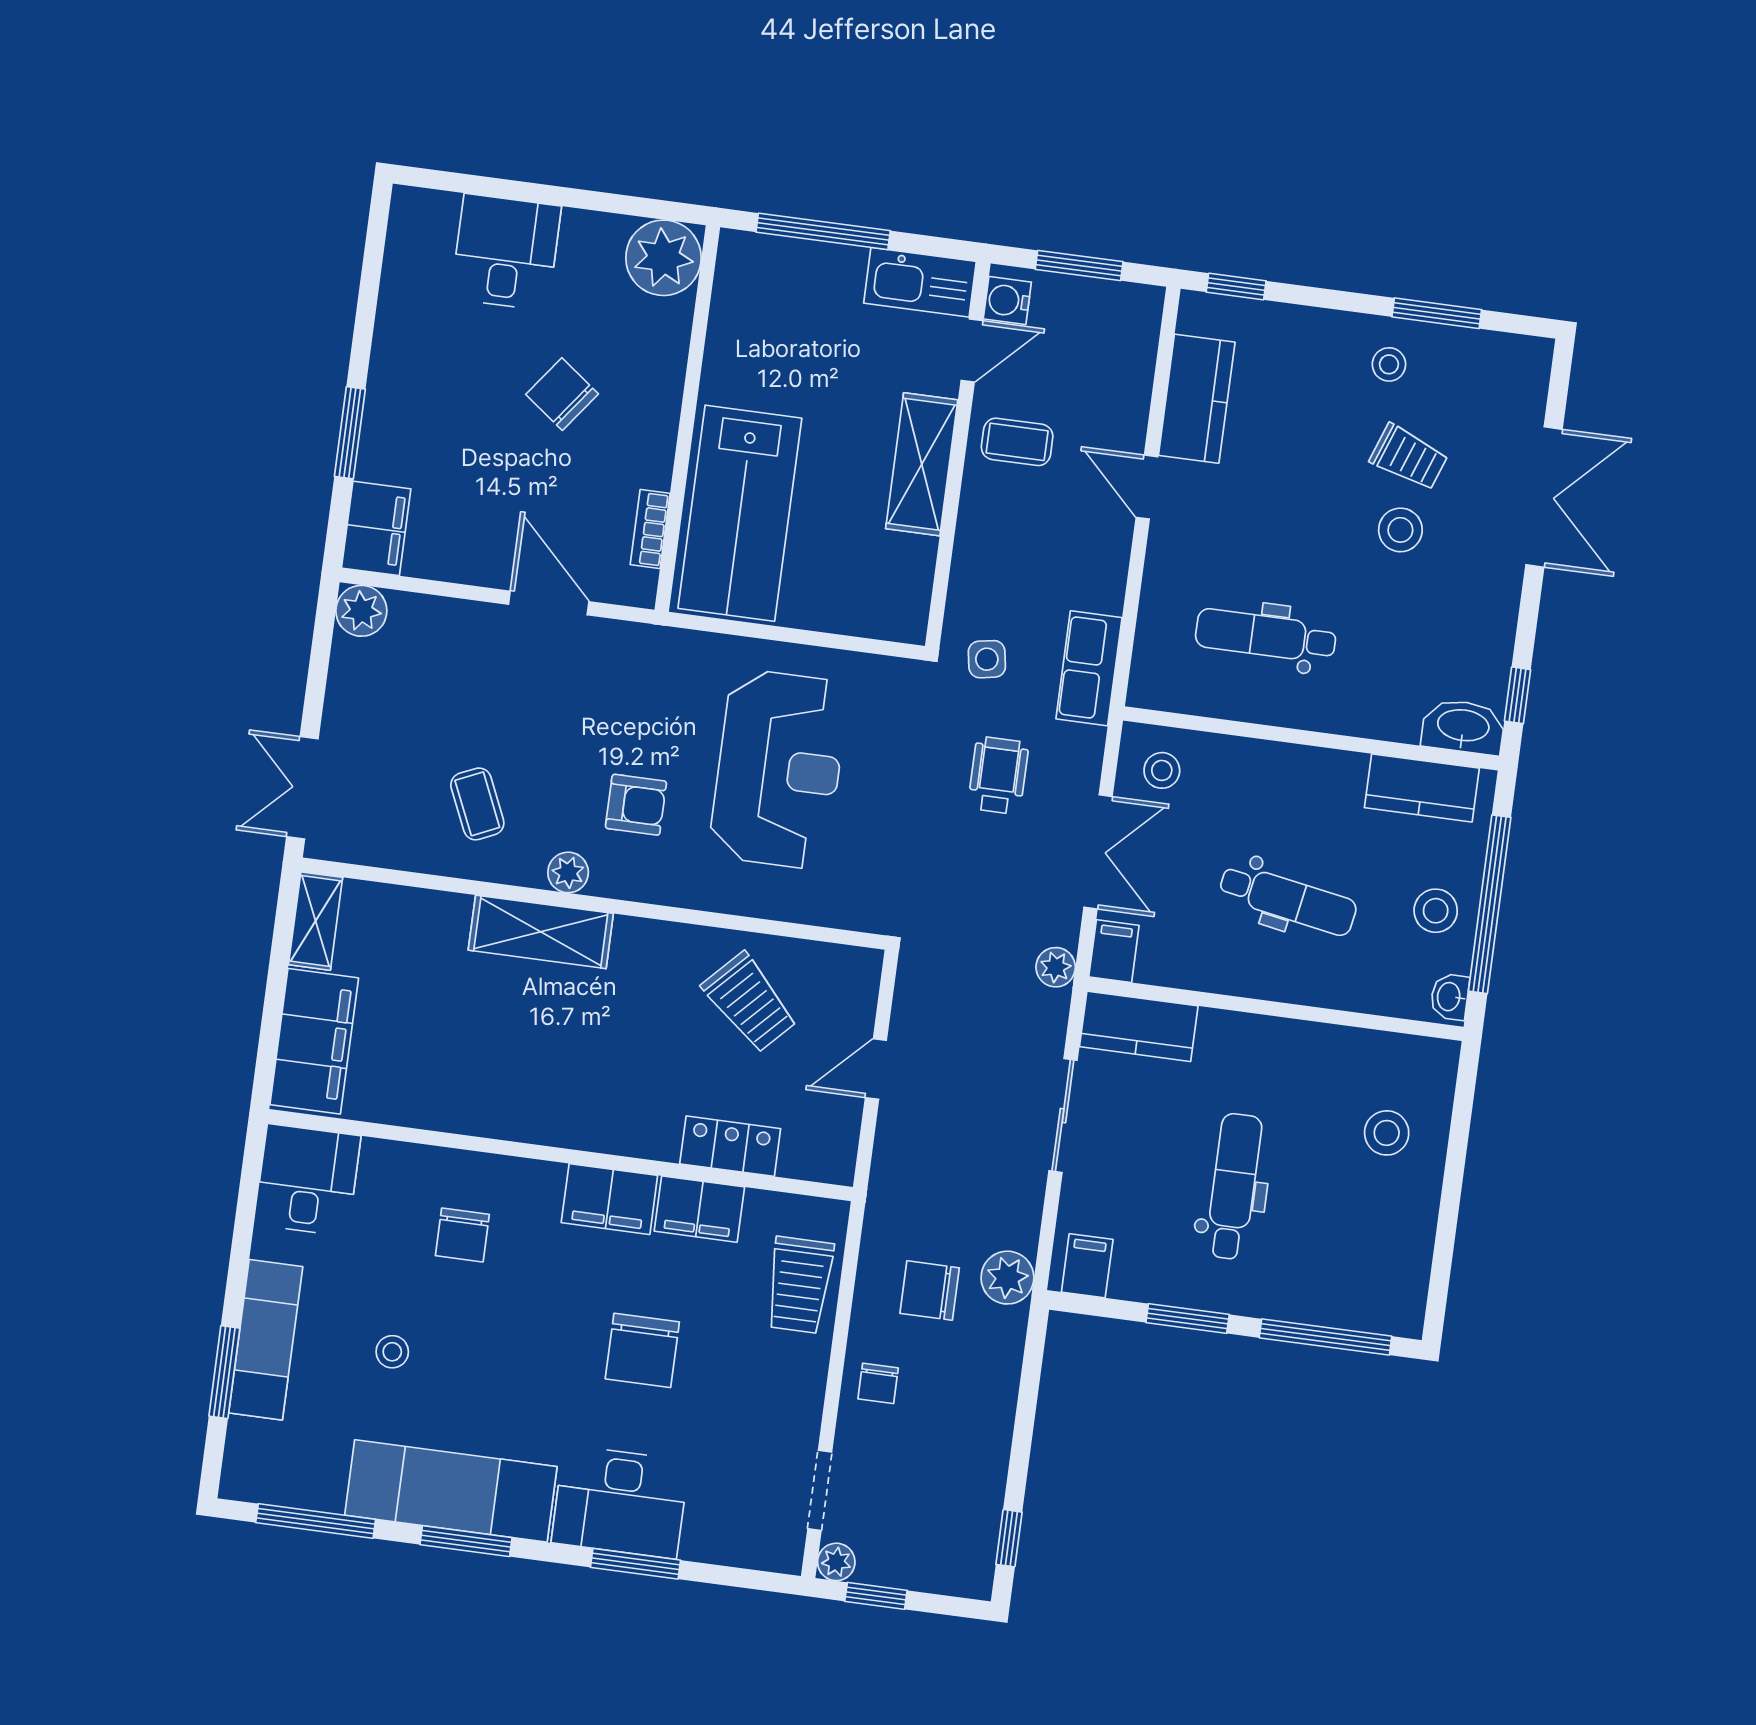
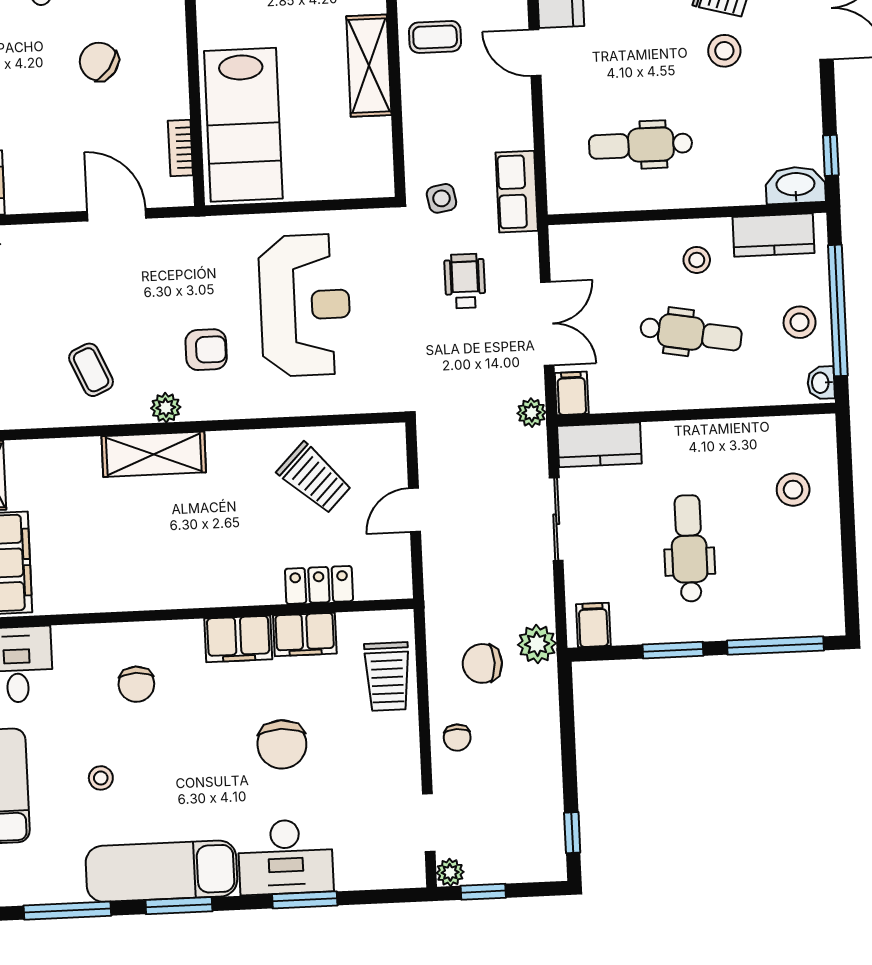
stool: (1162, 770) -> (697, 260), moved

